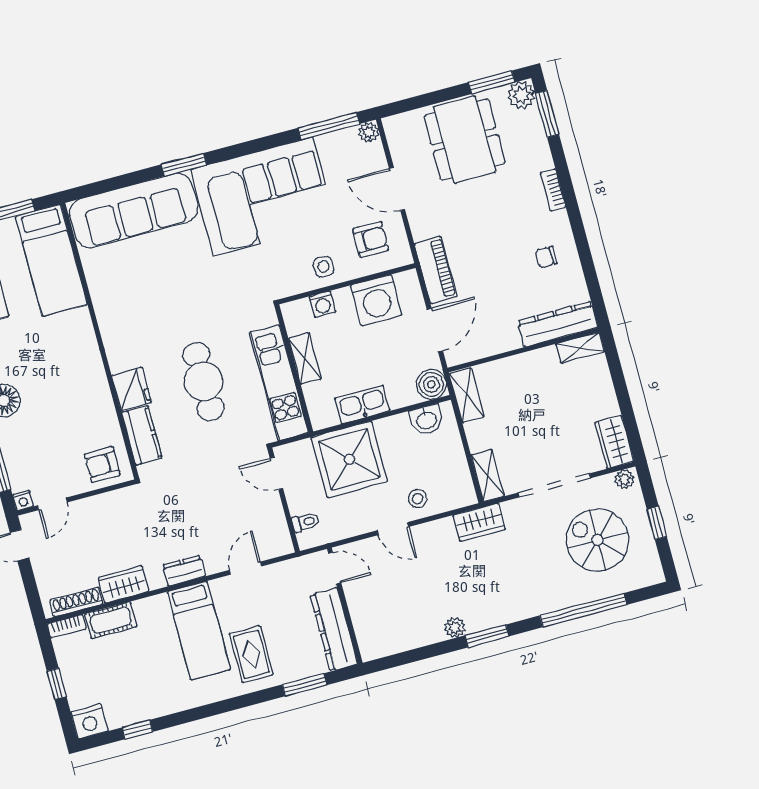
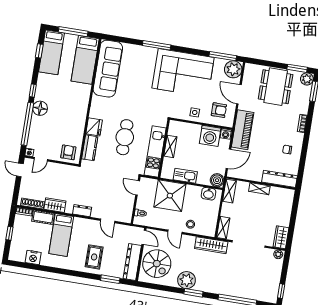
plant: (369, 132) -> (233, 69), width x1.88, depth x1.88
window: (184, 165) -> (157, 45), width x1.44
sofa: (134, 210) -> (108, 69), moved, turned -90
piano: (436, 270) -> (243, 130), width x1.37, depth x1.33
washing machine: (322, 304) -> (226, 134), moved
shelving: (580, 348) -> (259, 189), moved
armchair: (102, 464) -> (68, 152), turned 90
wardrobe: (479, 522) -> (211, 245), width x1.50
window: (657, 523) -> (281, 291), moved
spiral stairs: (598, 540) -> (157, 264), moved, turned 180
door: (246, 568) -> (108, 221), swing flipped
plant: (455, 627) -> (187, 280), width x1.88, depth x1.88
bed: (199, 631) -> (61, 235), moved
nightstand: (89, 721) -> (33, 257), moved
window: (137, 730) -> (34, 267), removed

